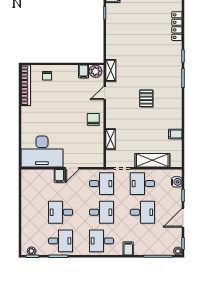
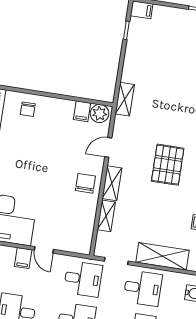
shelving: (111, 70) -> (125, 99), moved
pallet: (146, 98) -> (168, 165), width x1.50, depth x1.42
shelving: (111, 117) -> (112, 183), added
door: (72, 168) -> (44, 250), hinge flipped
desk: (142, 184) -> (143, 288), turned 180

